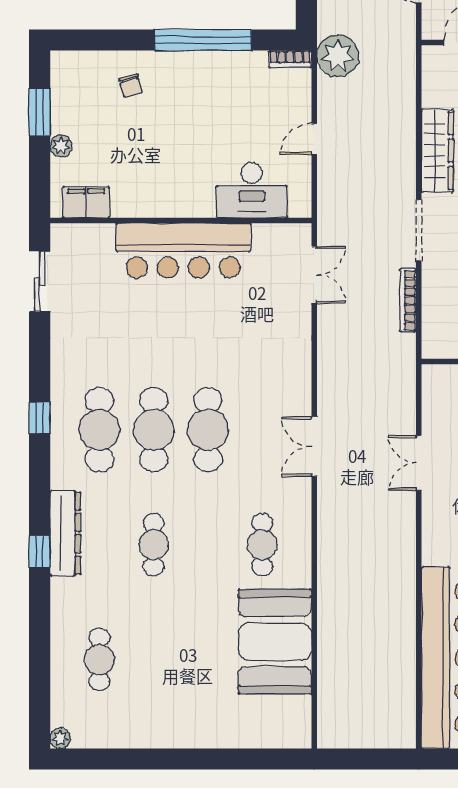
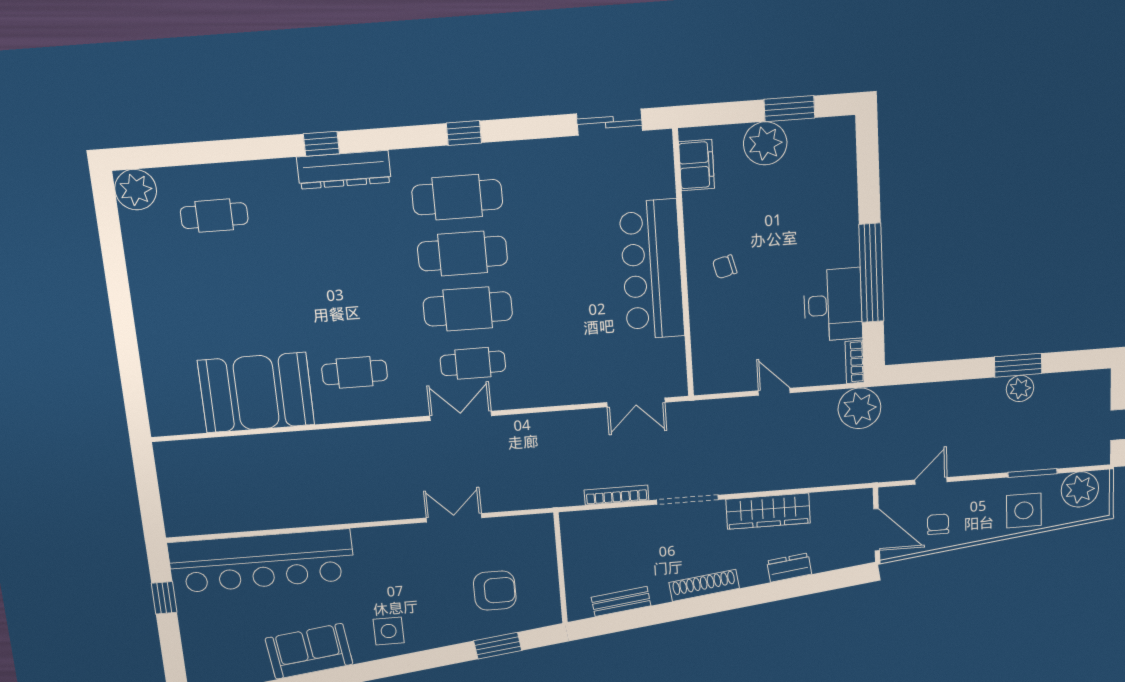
chair: (131, 85) -> (725, 267), moved
plant: (61, 146) -> (765, 143), width x1.88, depth x1.88
desk: (252, 190) -> (833, 305), moved, turned 180
cafe table: (154, 545) -> (473, 363), moved
plant: (60, 738) -> (136, 190), width x1.88, depth x1.88

